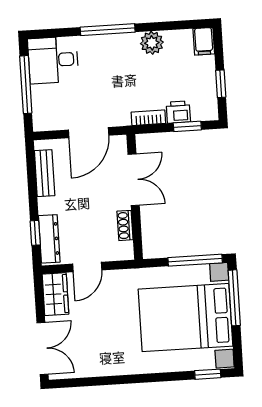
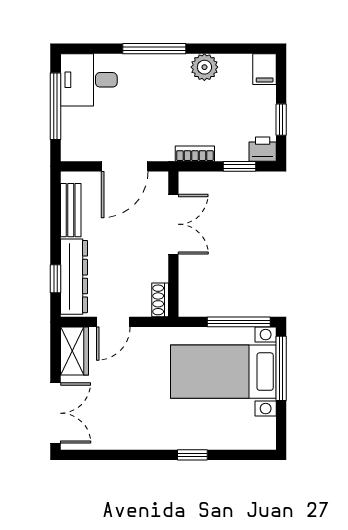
printer: (178, 112) -> (263, 149), moved
shoe rack: (125, 225) -> (160, 300), moved
dresser: (49, 239) -> (74, 277), width x1.37, depth x1.24
bed with nightstands: (186, 318) -> (223, 372), width x0.73
window: (208, 374) -> (192, 455), moved

